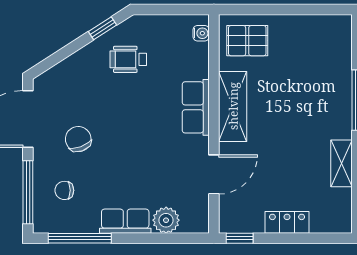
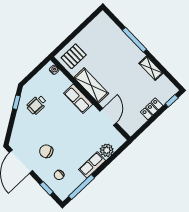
window: (28, 192) -> (46, 188), width x0.46
window: (240, 238) -> (172, 101), moved

